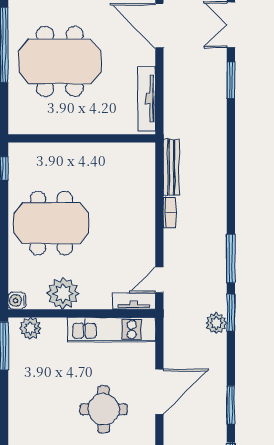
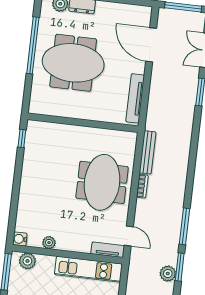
meeting table: (51, 223) -> (102, 182), moved, turned 90
door: (159, 280) -> (129, 236), swing flipped
plant: (63, 293) -> (49, 243), width x0.53, depth x0.53

